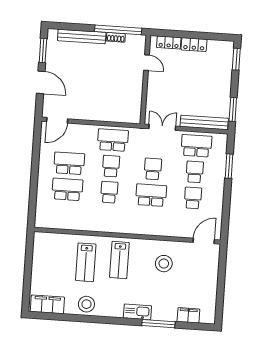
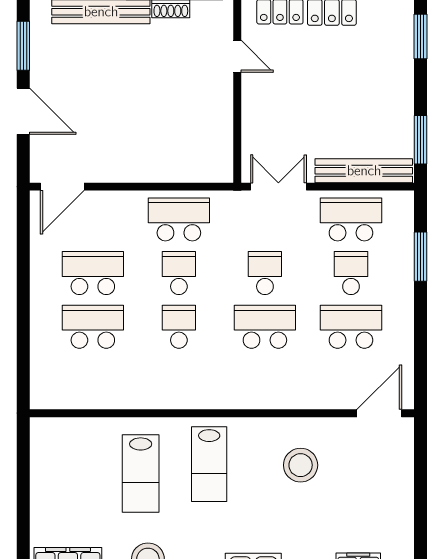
school desk: (193, 198) -> (351, 327), width x1.85

